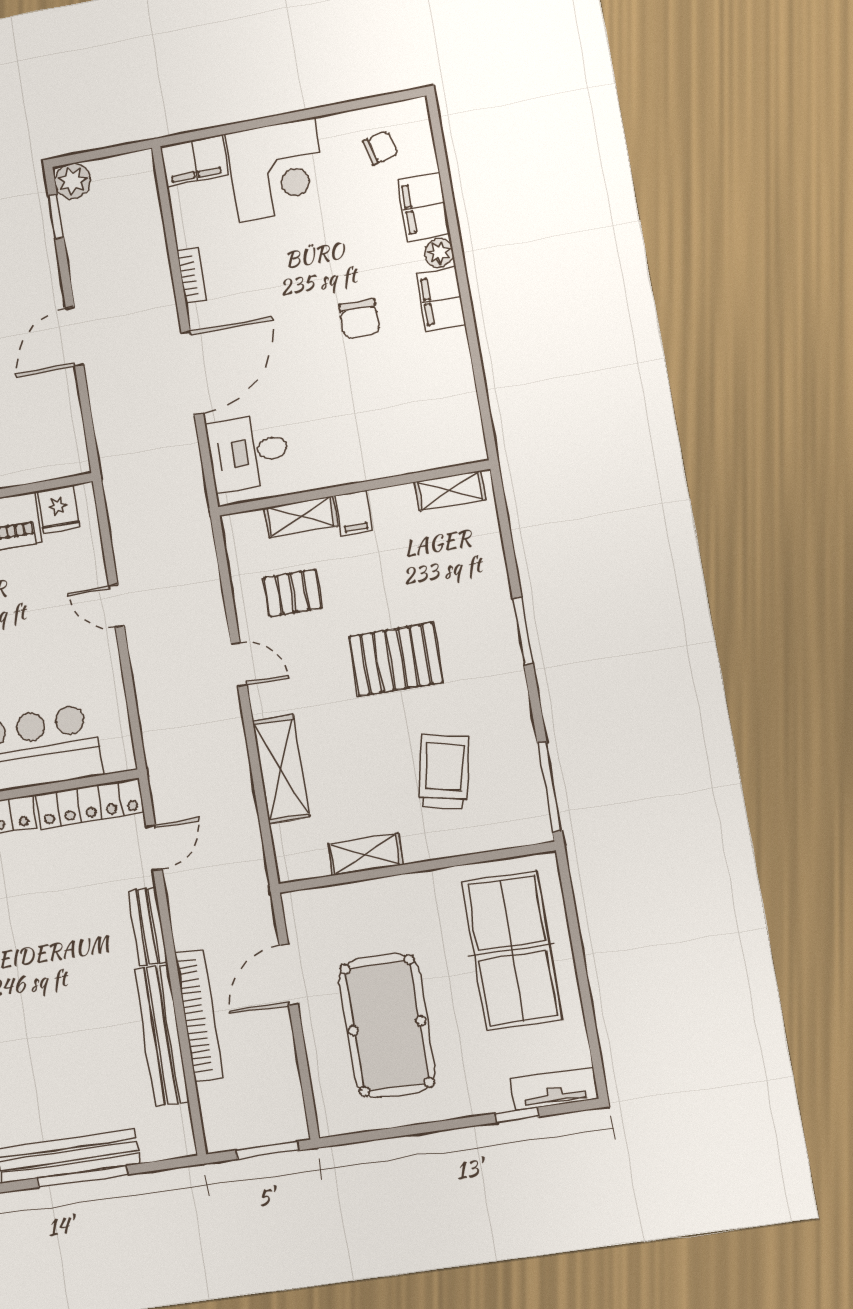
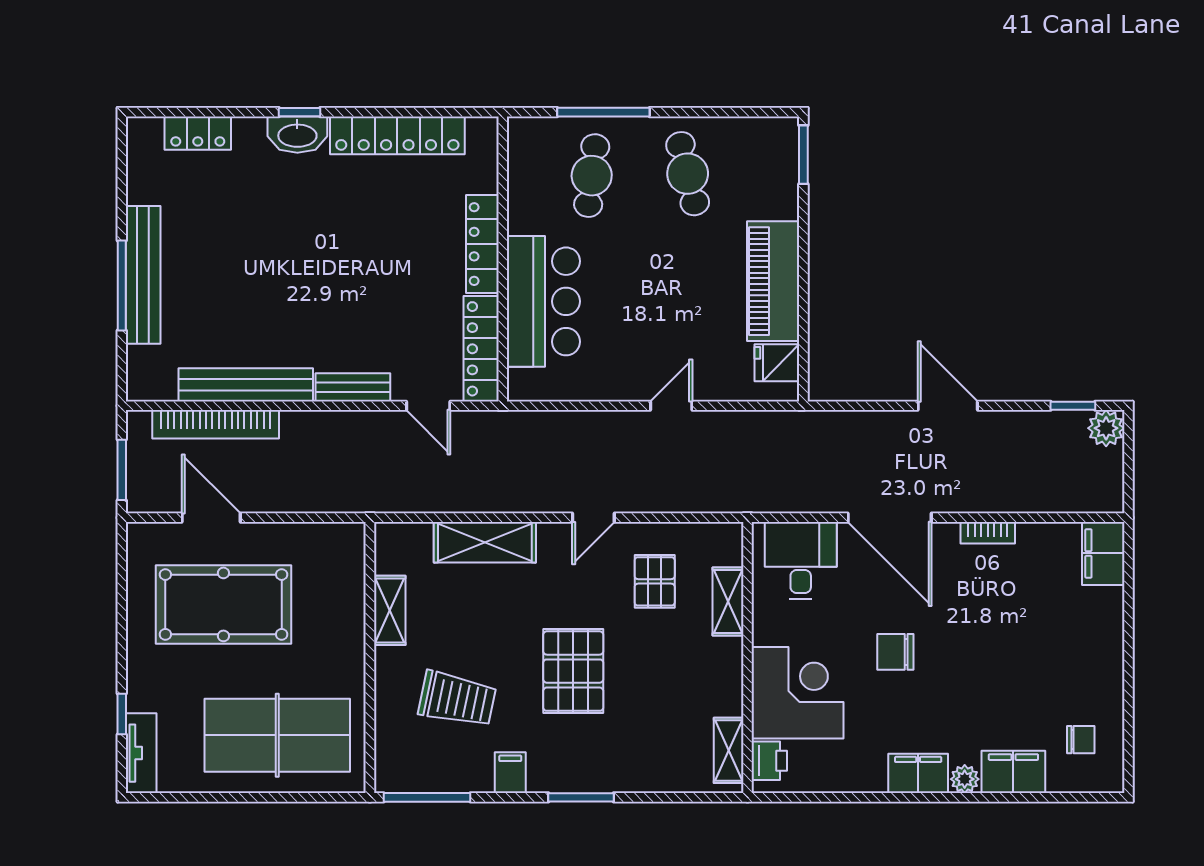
chair: (381, 148) -> (1081, 740), turned -76
corner desk: (276, 169) -> (797, 693), moved, turned 180
chair: (360, 319) -> (895, 652), moved
printer: (453, 449) -> (769, 761), added
filing cabinet: (354, 513) -> (510, 773), moved, turned 90
door: (289, 975) -> (211, 518), moved
bookcase: (199, 1015) -> (216, 424), moved

